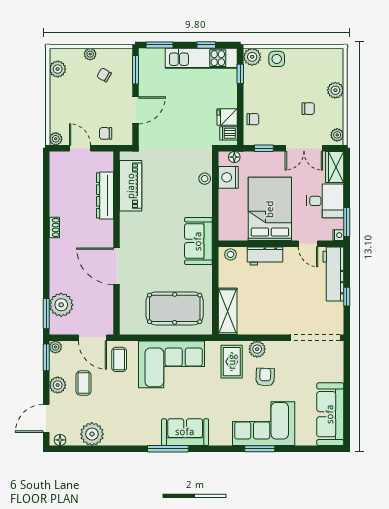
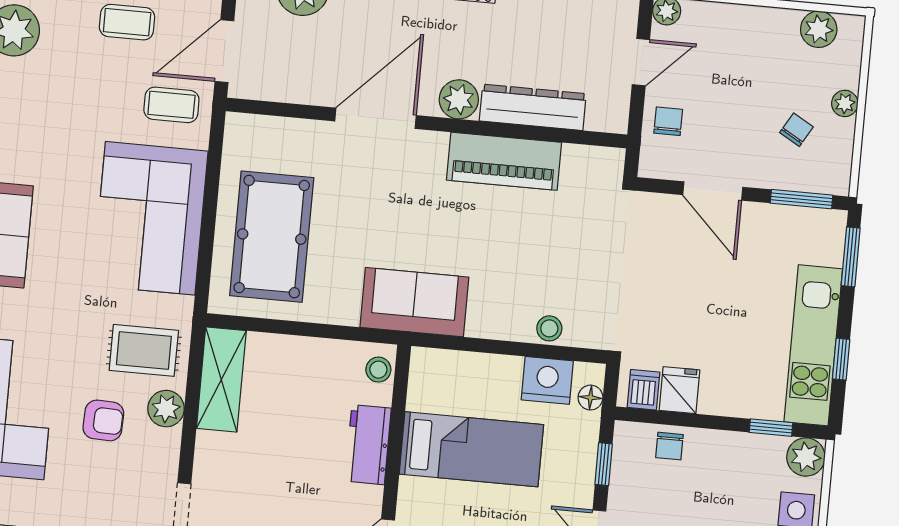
piano: (131, 186) -> (504, 161), moved
bed: (270, 209) -> (471, 449), width x0.67
plant: (105, 229) -> (459, 99), added
shelving: (228, 311) -> (221, 379), moved, turned 90

